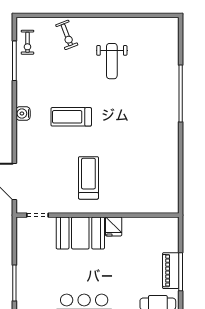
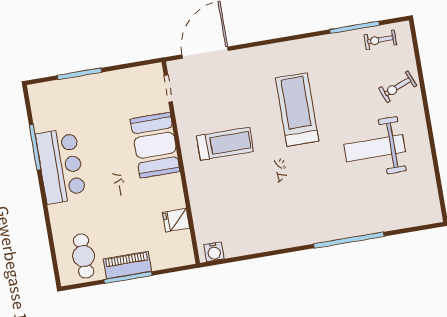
weight bench: (112, 61) -> (375, 148), width x1.36, depth x1.33
water cooler: (23, 114) -> (214, 252), moved, turned 180
treadmill: (71, 117) -> (297, 110), width x1.37, depth x1.38
fridge: (114, 227) -> (176, 220), moved

